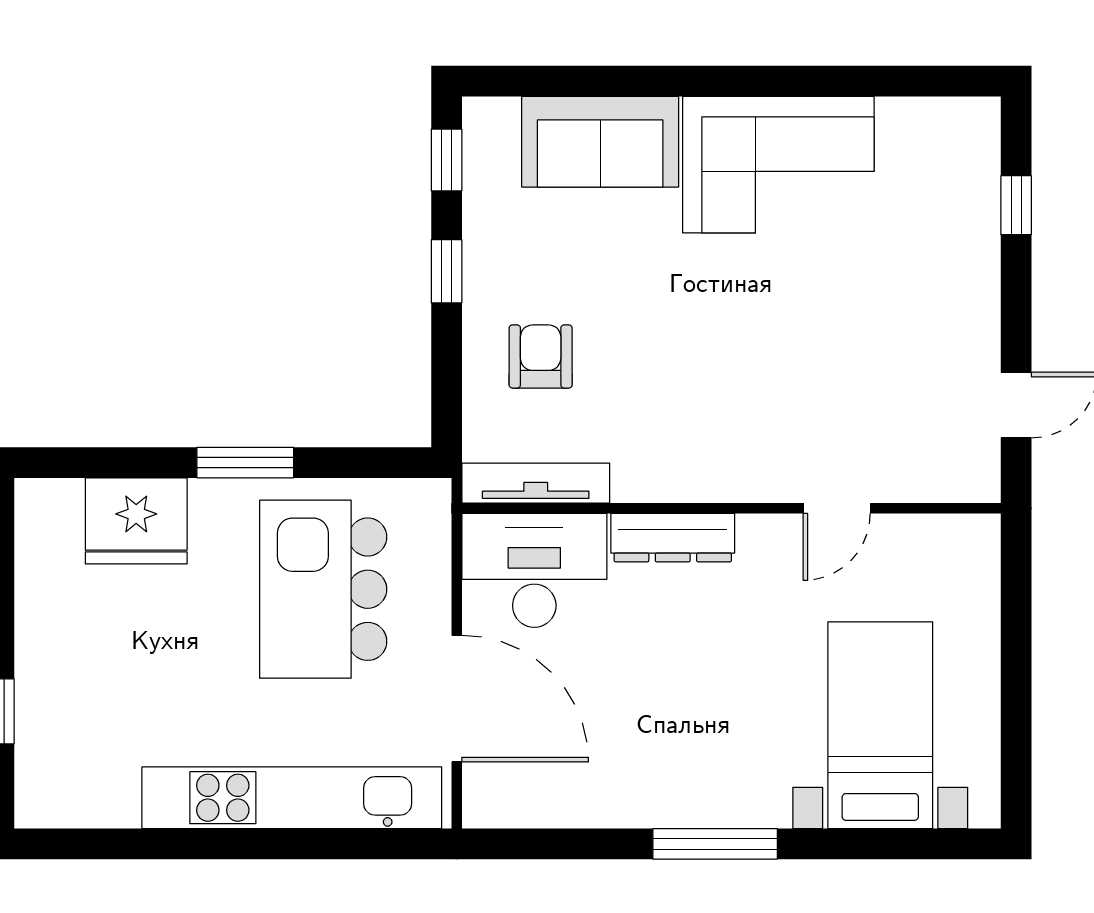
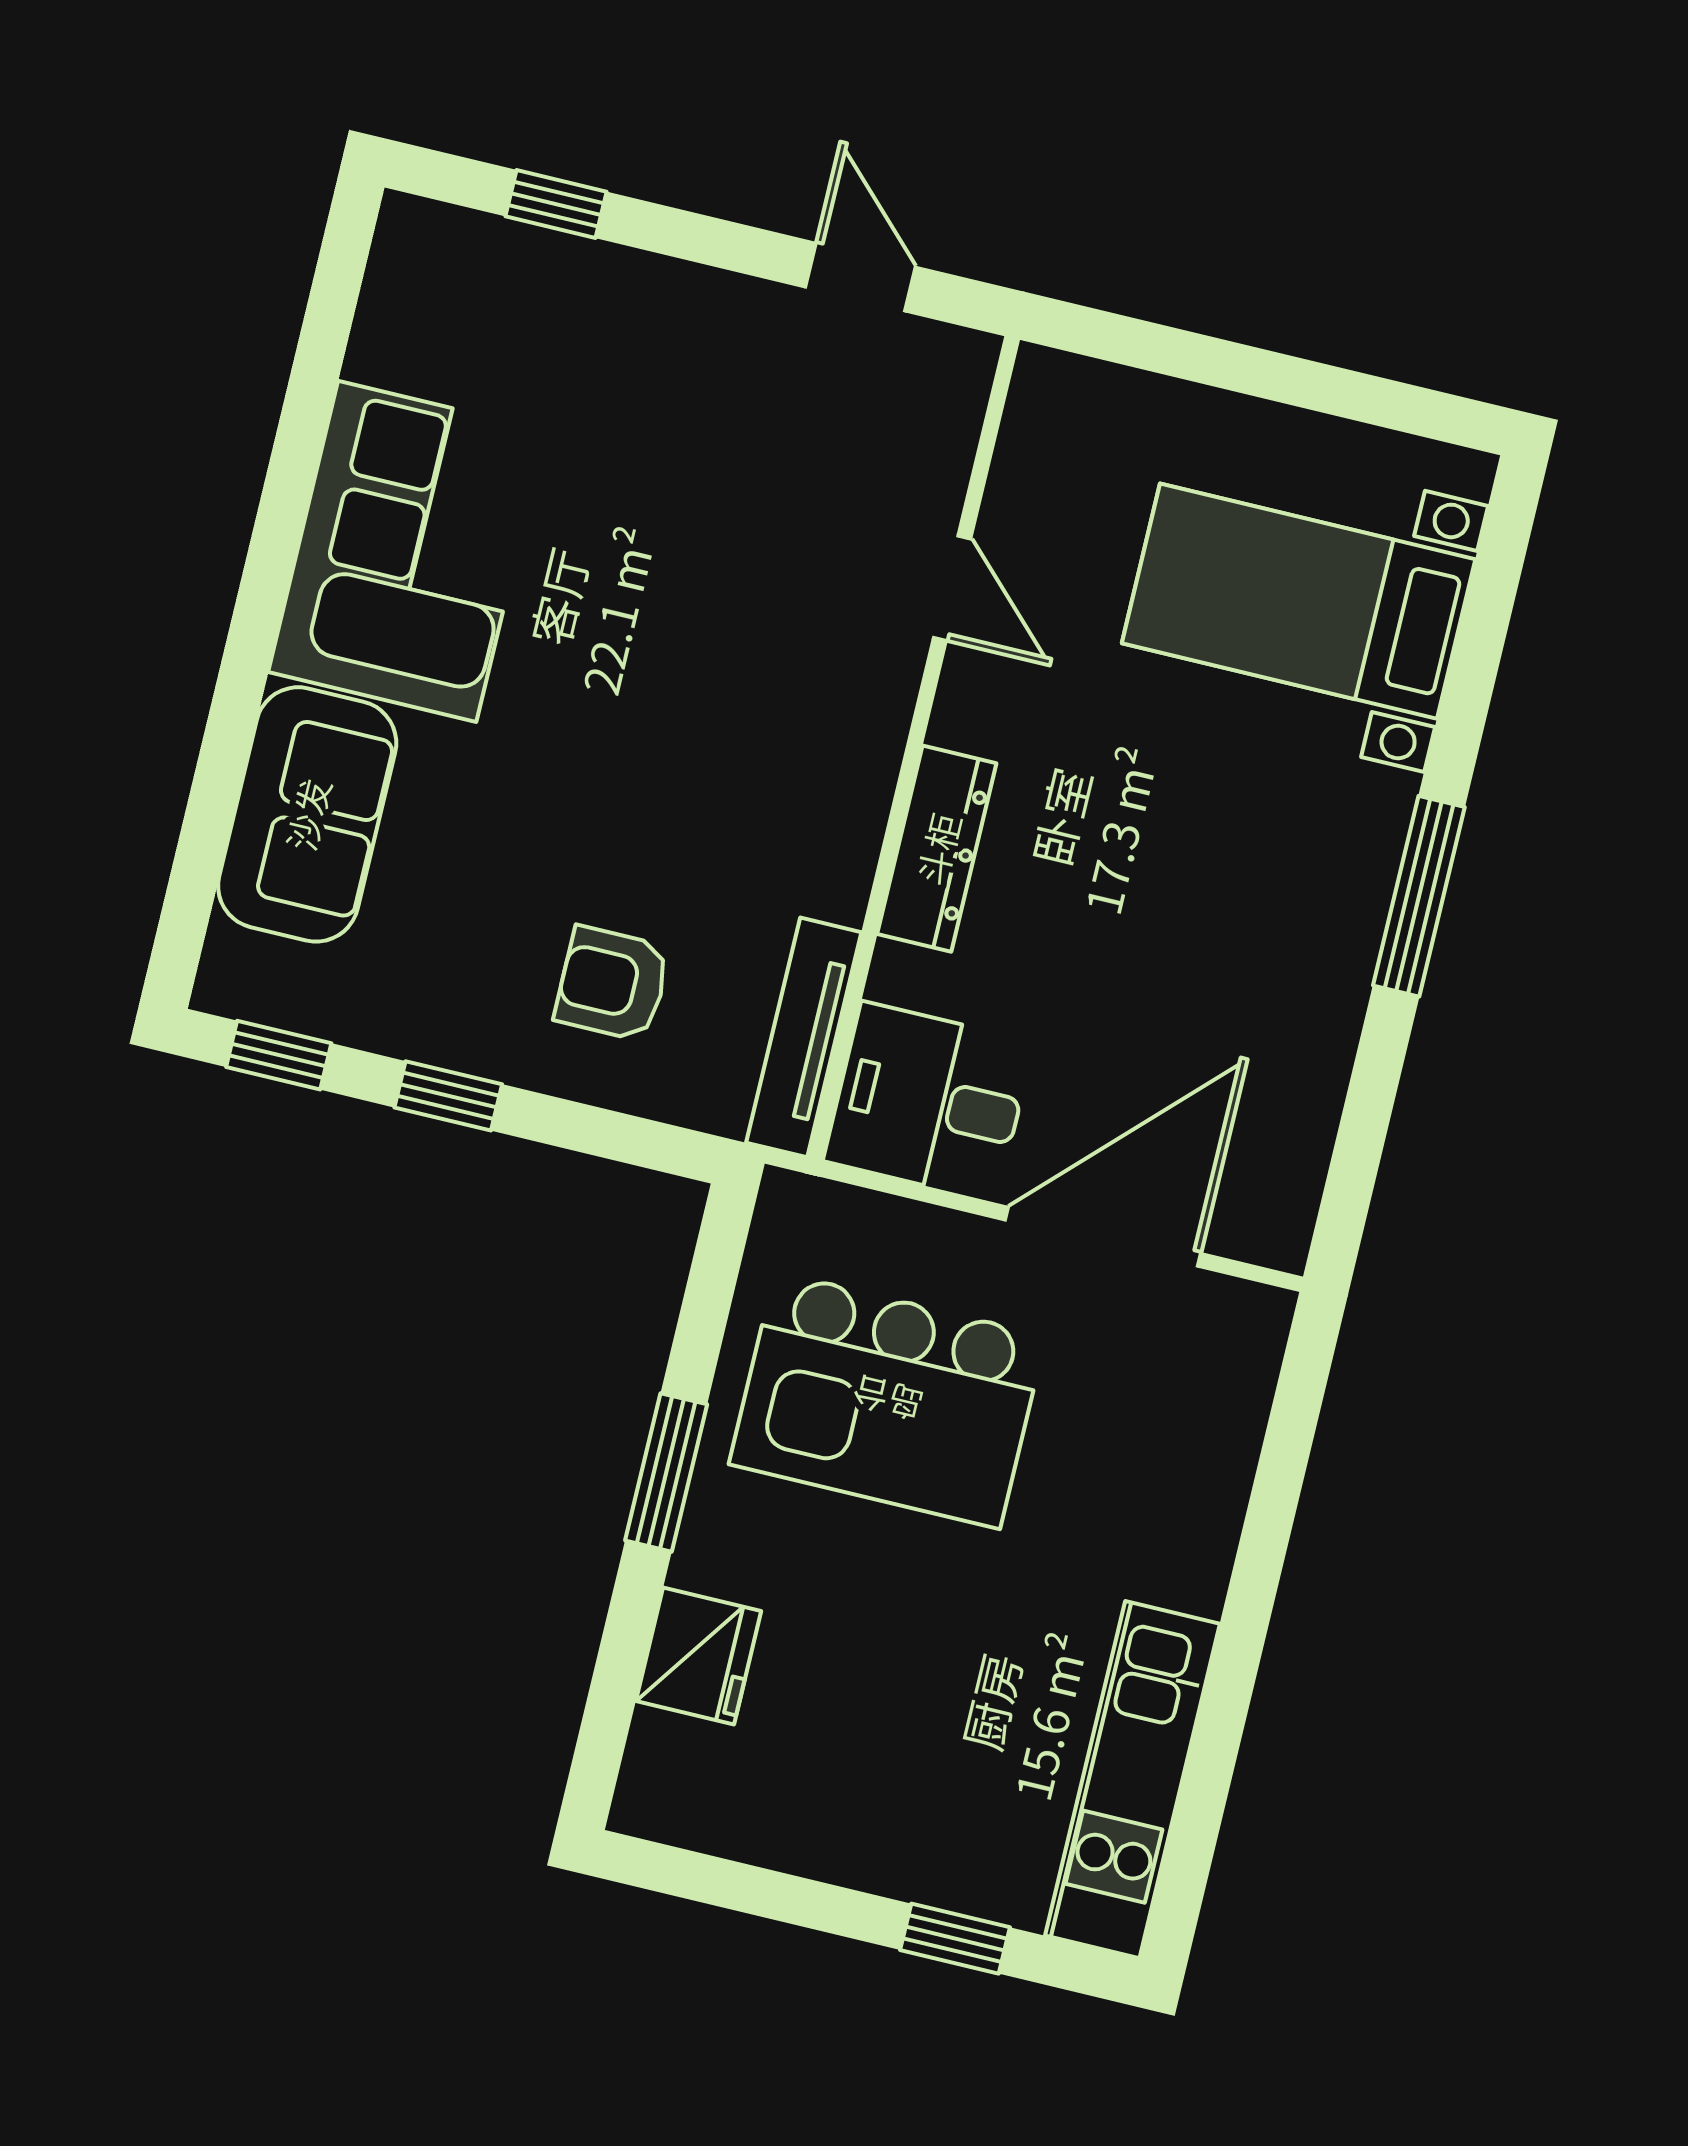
fridge: (136, 521) -> (698, 1656), width x0.73, depth x0.75
desk: (534, 570) -> (929, 1102), width x0.73
kitchen unit: (292, 798) -> (1132, 1780), moved, width x0.73

